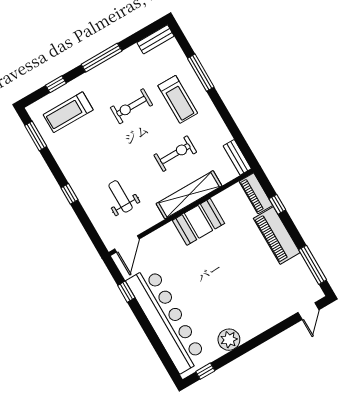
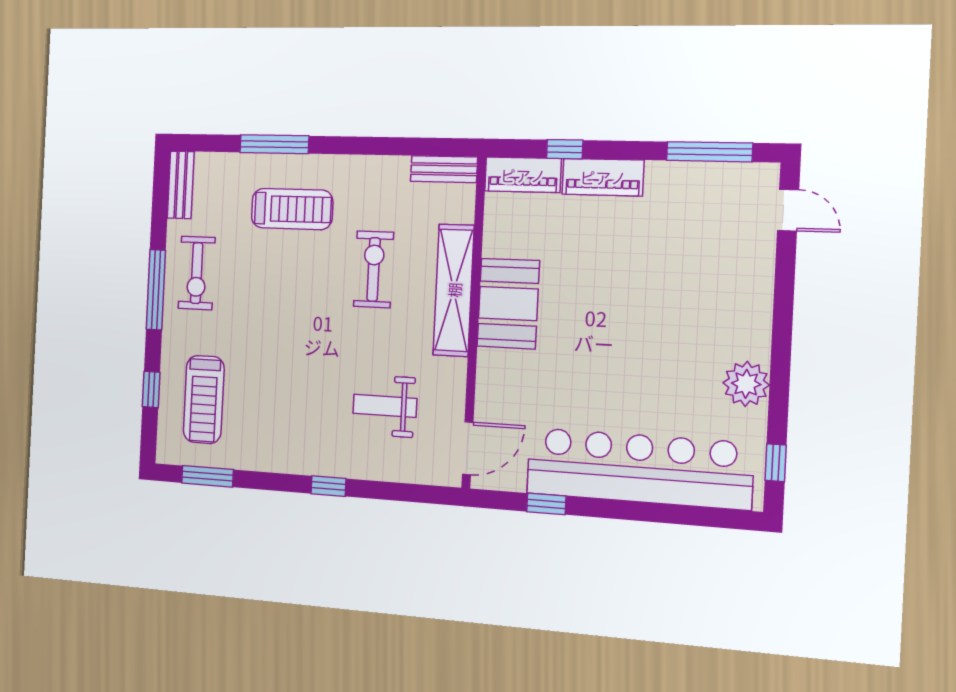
exercise bike: (131, 106) -> (197, 273), moved
piano: (277, 236) -> (603, 177), width x0.73, depth x0.75
door: (127, 244) -> (468, 448), hinge flipped

